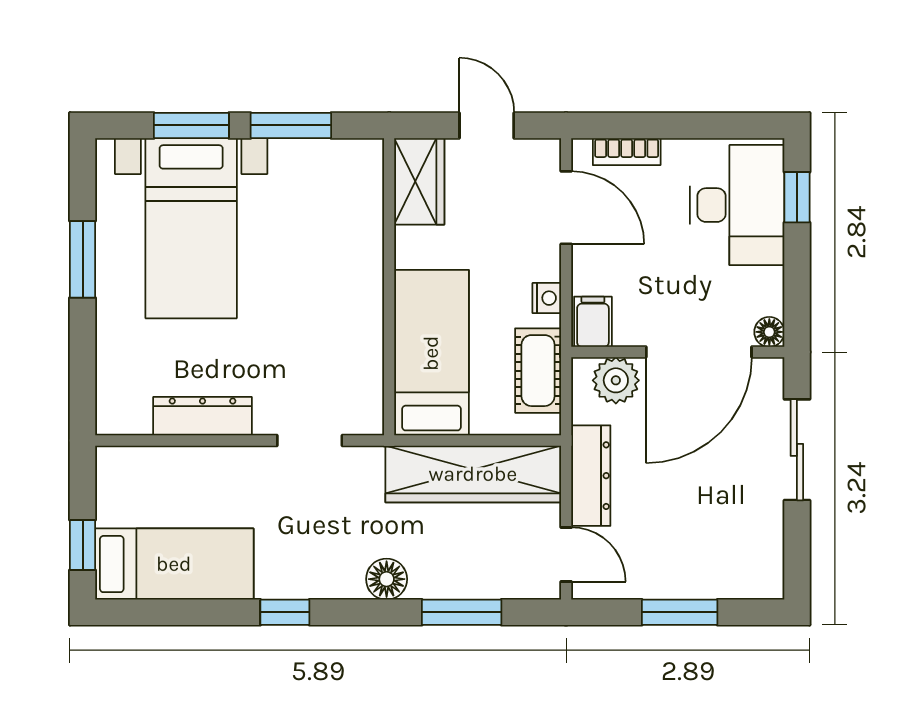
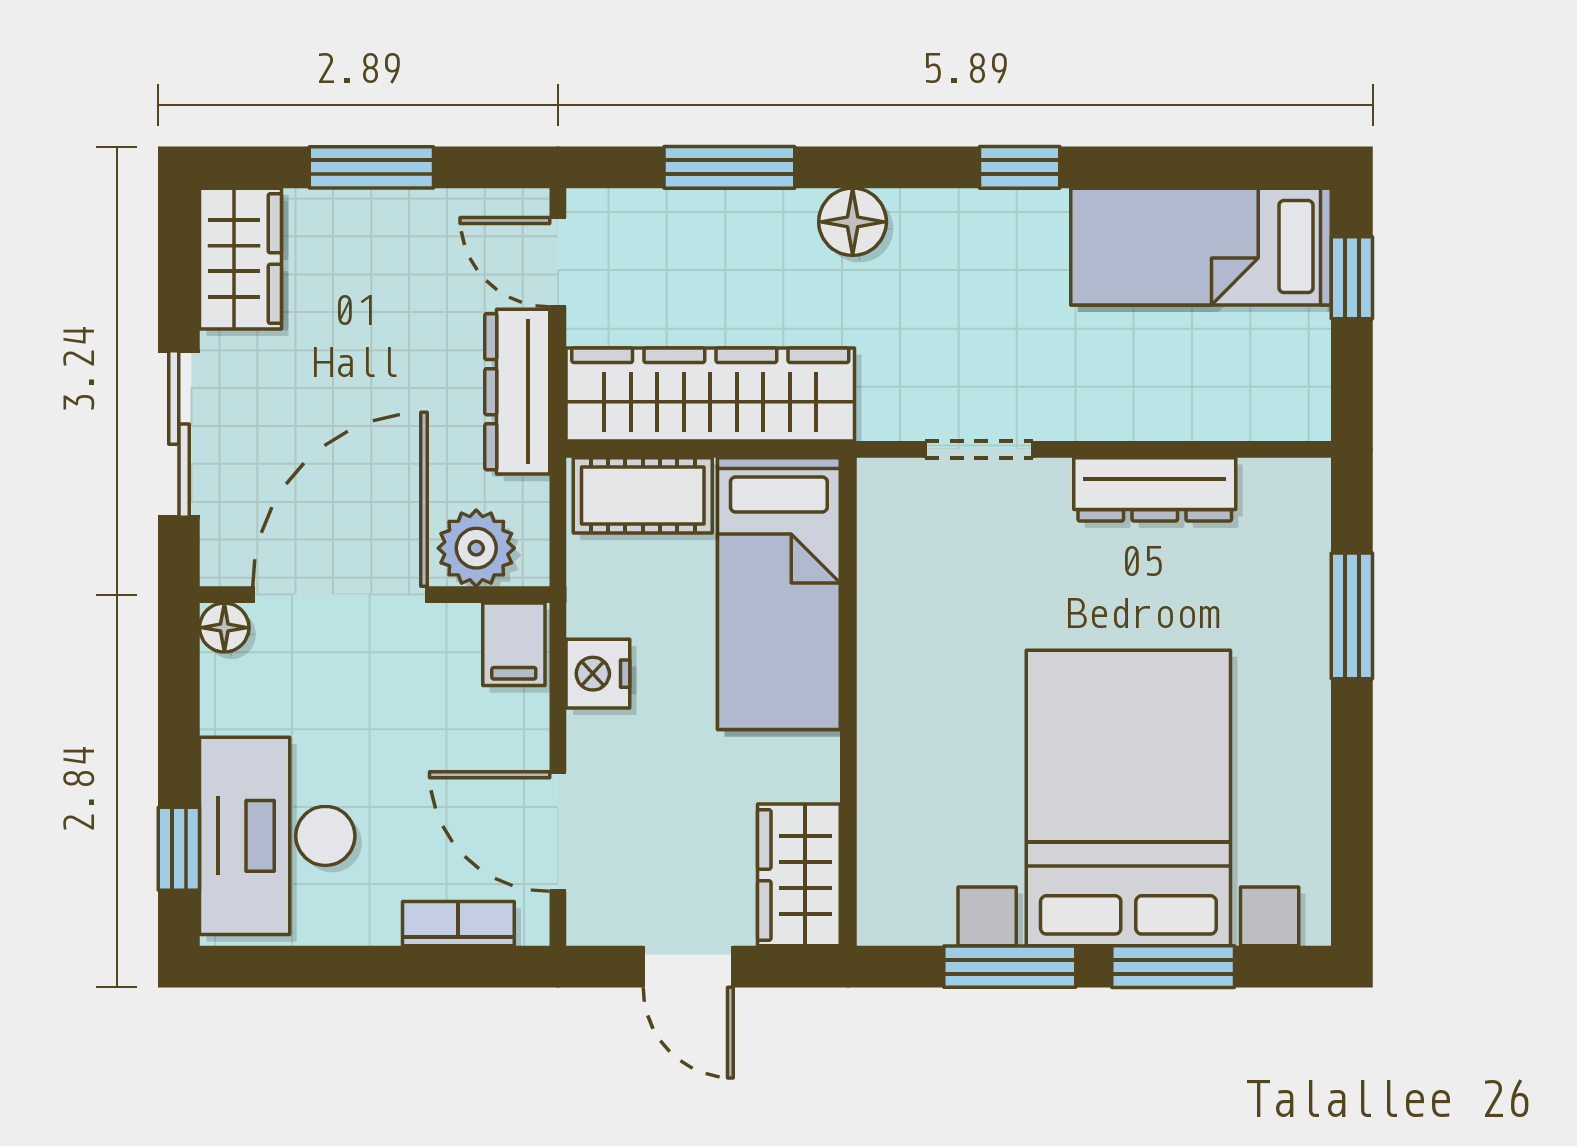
bed with nightstands: (191, 228) -> (1128, 798), width x1.36
window: (83, 259) -> (1352, 616), moved
nightstand: (547, 298) -> (598, 674), width x1.39, depth x1.35
cot: (538, 371) -> (643, 495), moved, turned 90
wardrobe: (759, 557) -> (241, 259), added

